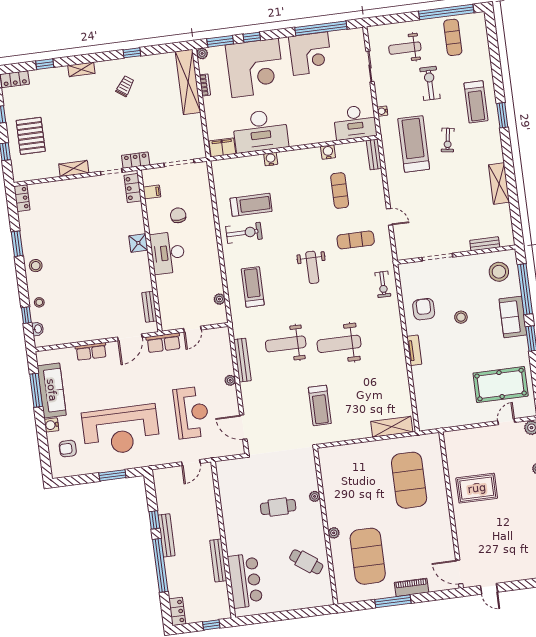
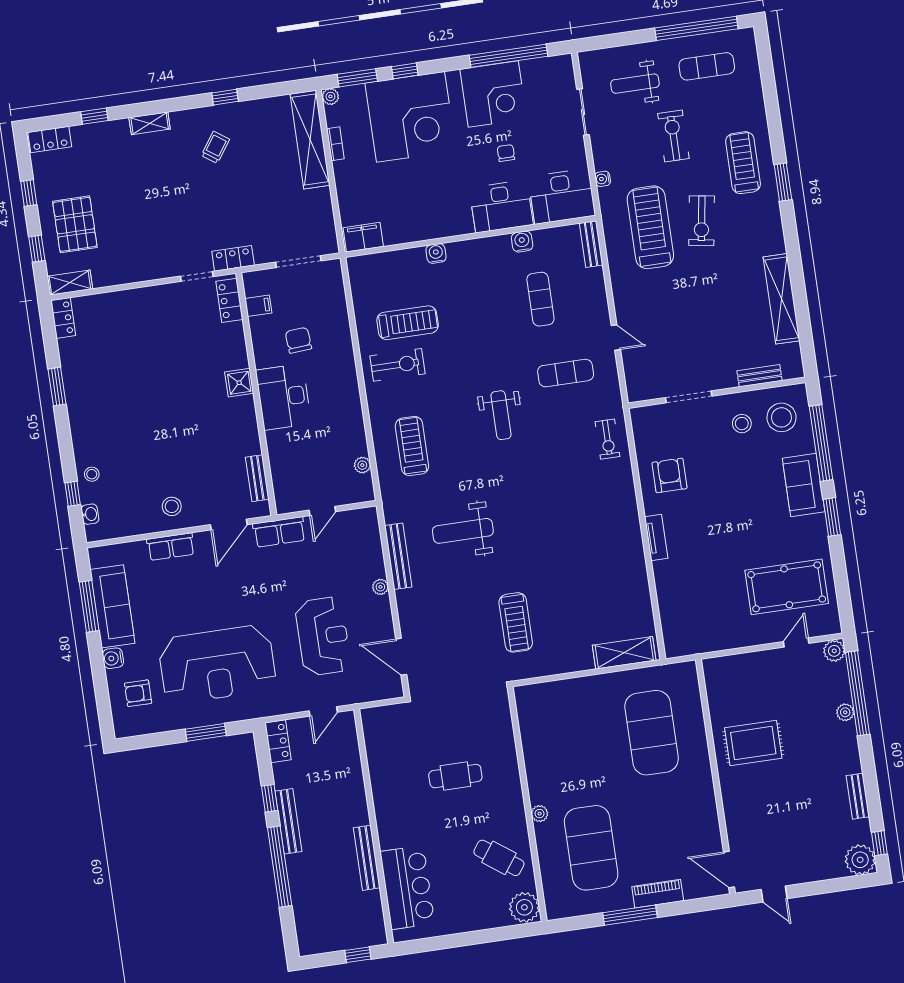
exercise mat: (453, 37) -> (707, 66), turned 90
chair: (318, 93) -> (506, 153), added
treadmill: (476, 102) -> (743, 163), turned 180
desk: (260, 131) -> (501, 206), moved, width x0.73, depth x0.77
exercise bike: (448, 140) -> (702, 221), width x1.38, depth x1.39
shelving: (74, 168) -> (70, 283), moved
shelving: (499, 184) -> (782, 299), width x1.47
stool: (36, 266) -> (172, 506), moved
stool: (461, 317) -> (742, 424), moved
weight bench: (339, 344) -> (543, 530), removed
plant: (315, 496) -> (524, 907), moved, width x1.88, depth x1.88
locker: (177, 611) -> (278, 741), moved

